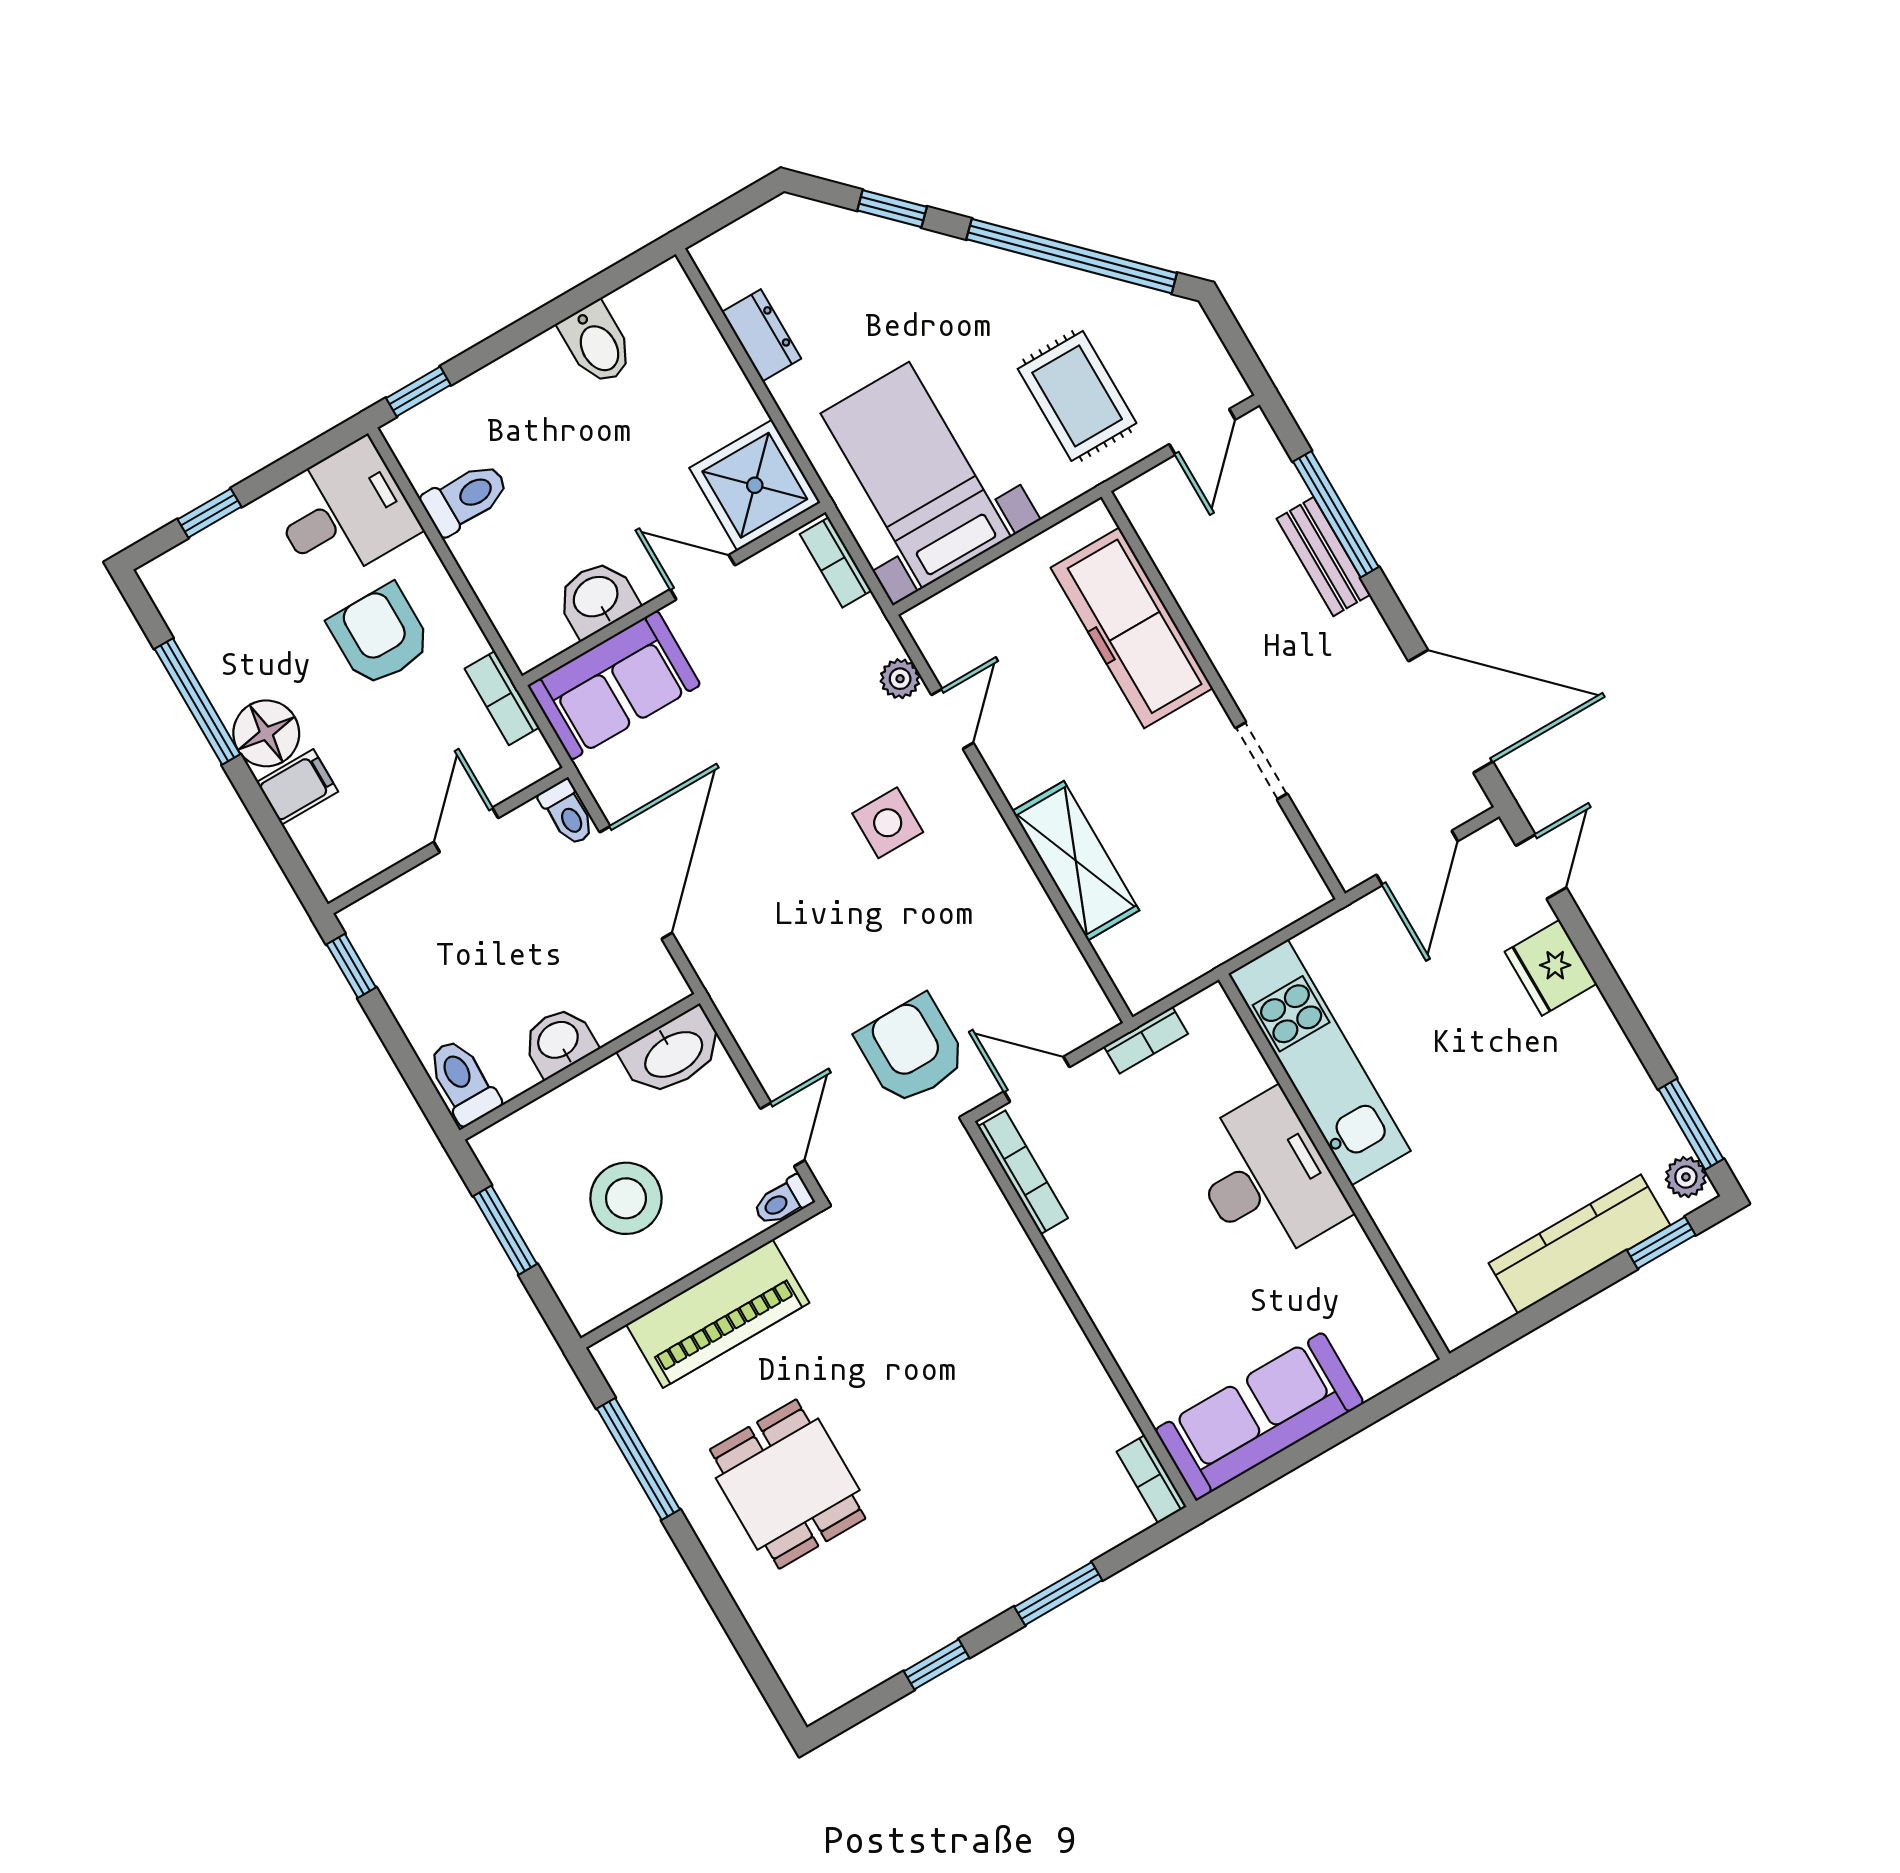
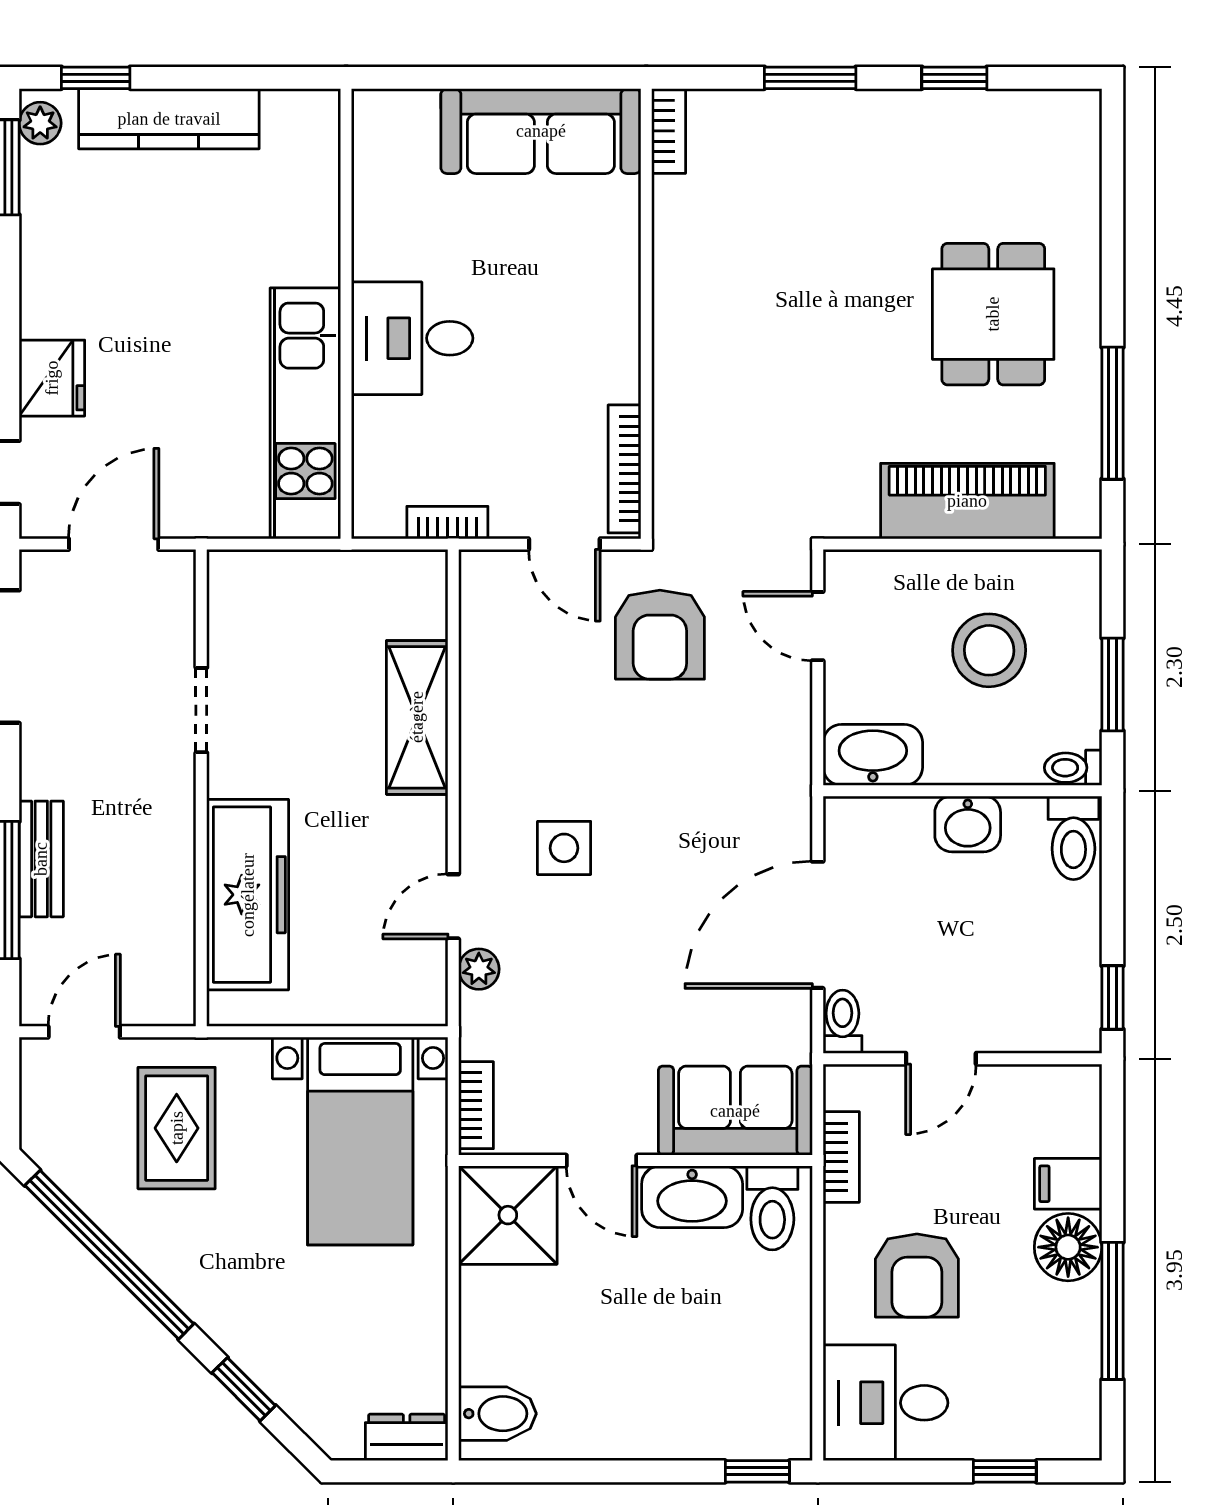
dresser: (761, 335) -> (407, 1437), moved, turned 90
bidet: (597, 344) -> (497, 1414), moved, turned 90
toilet: (466, 498) -> (772, 1208), moved, turned -90
washbasin: (597, 598) -> (692, 1197), width x1.38
door: (783, 1135) -> (818, 626), hinge flipped
desk: (1266, 1178) -> (412, 338), width x0.73
toilet: (783, 1201) -> (1073, 768), moved, turned 180

